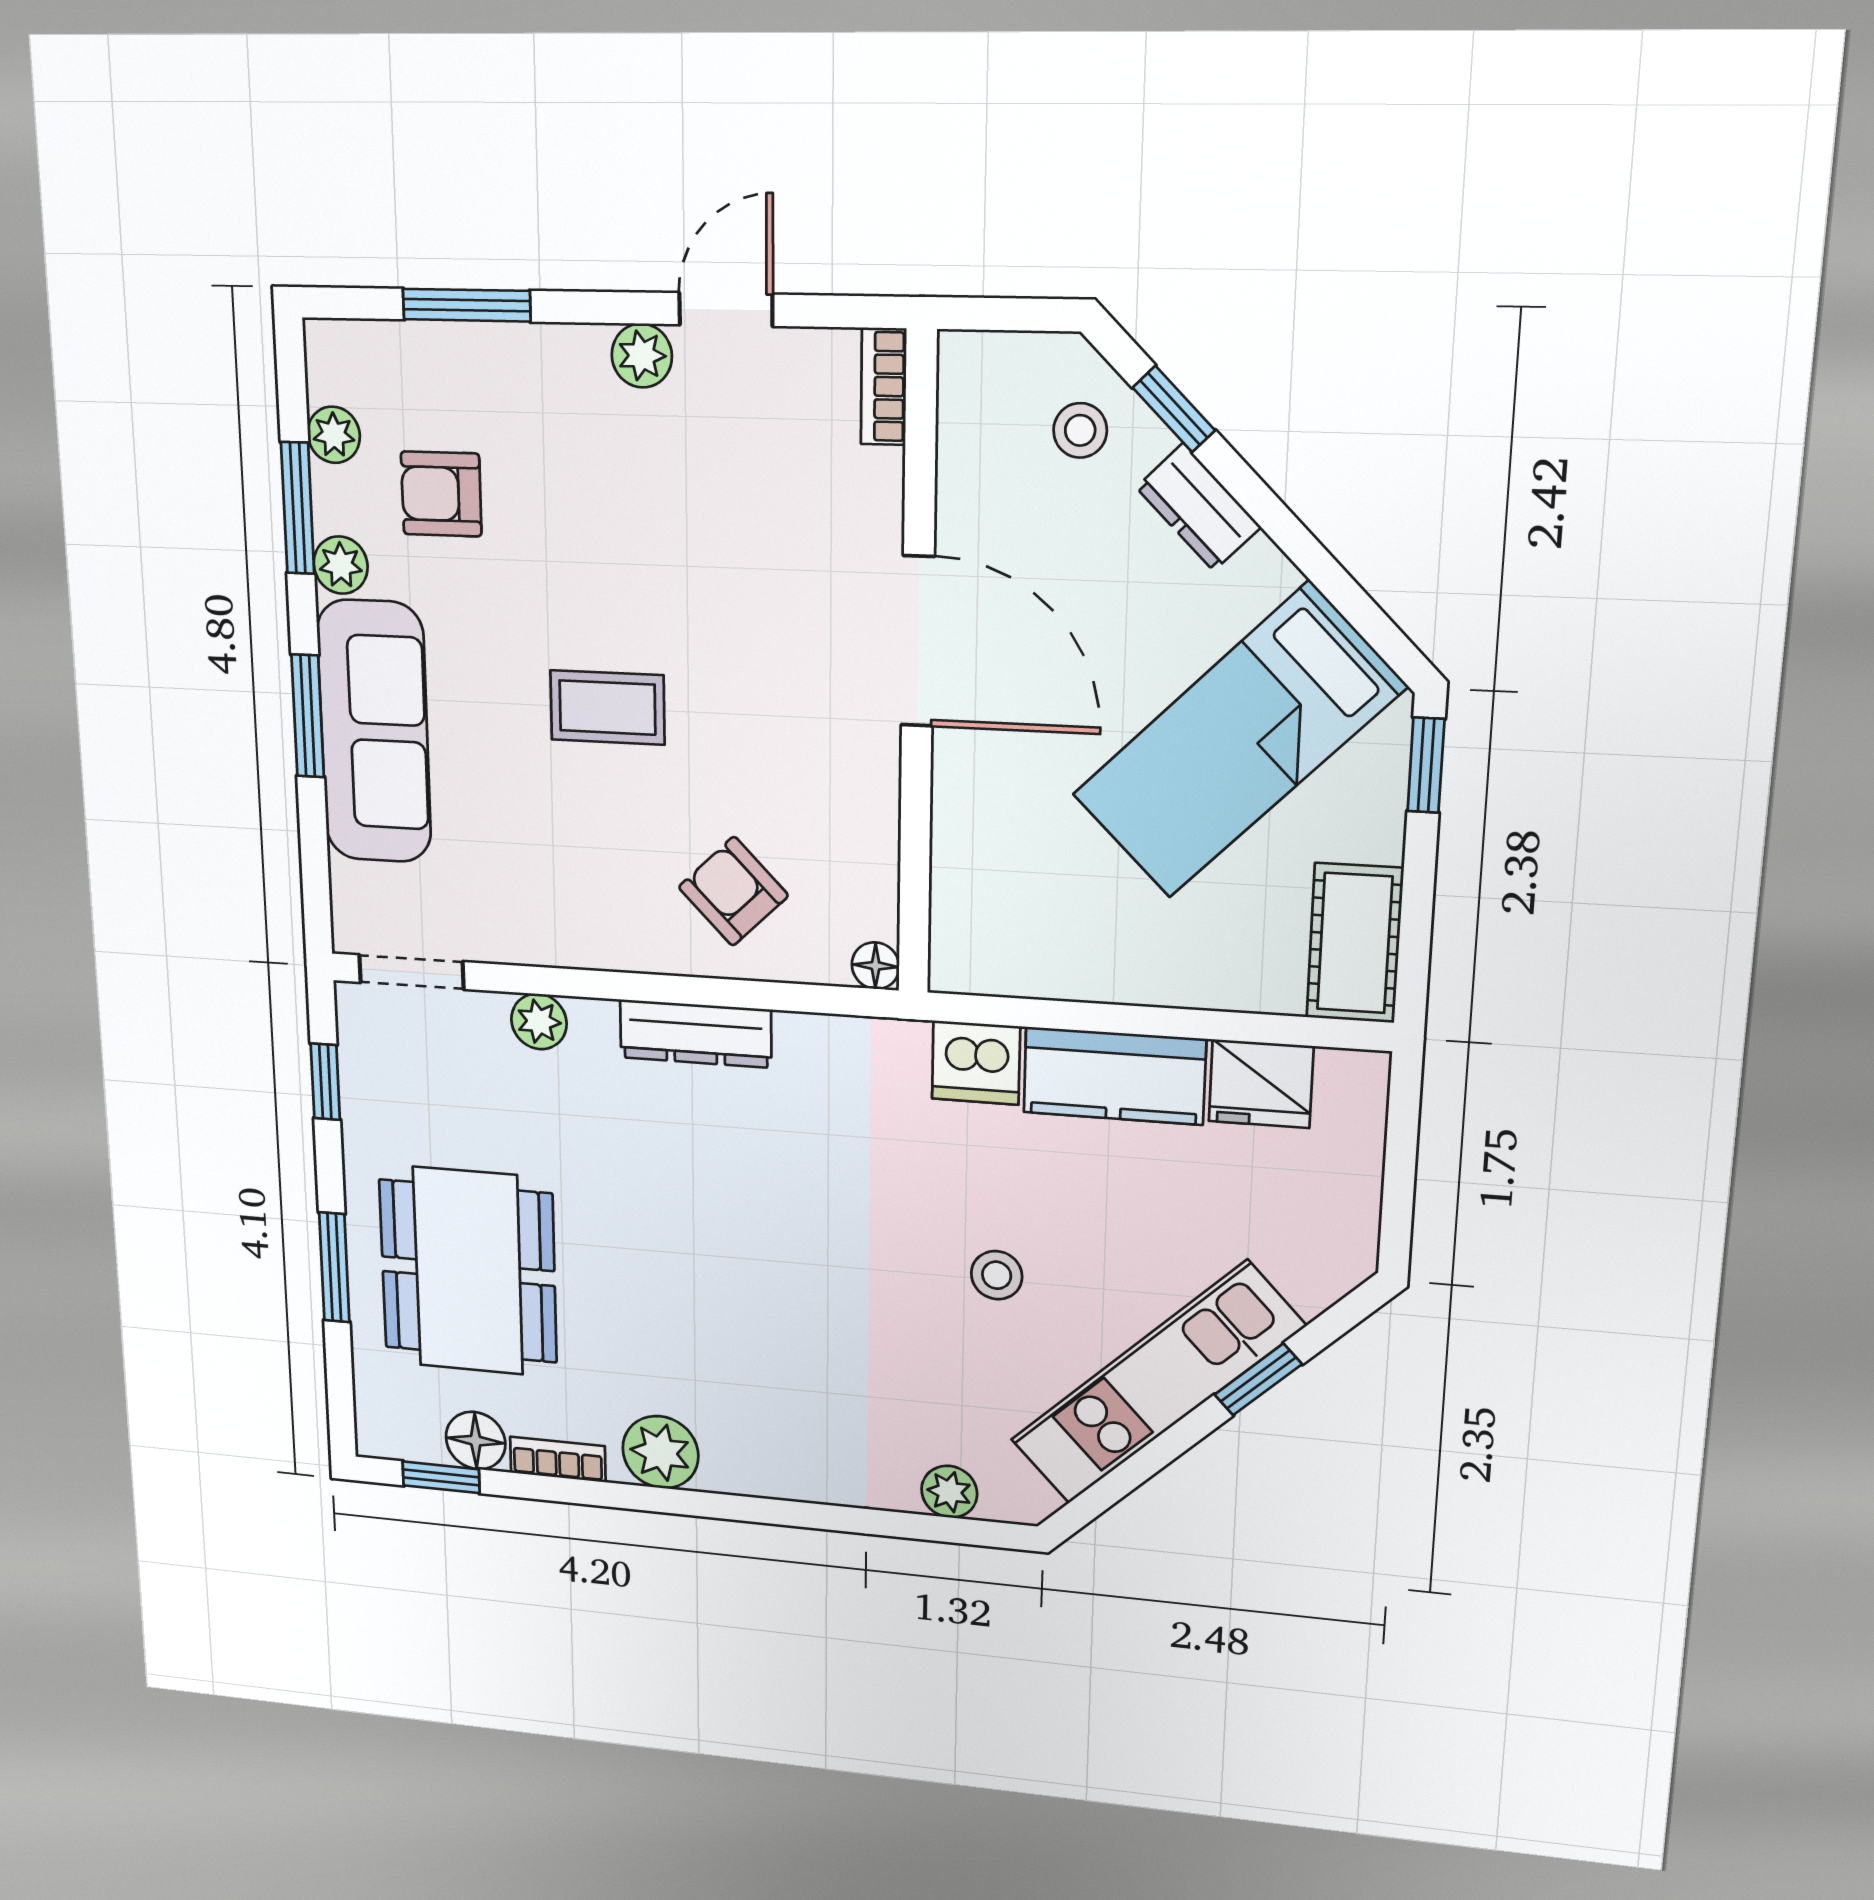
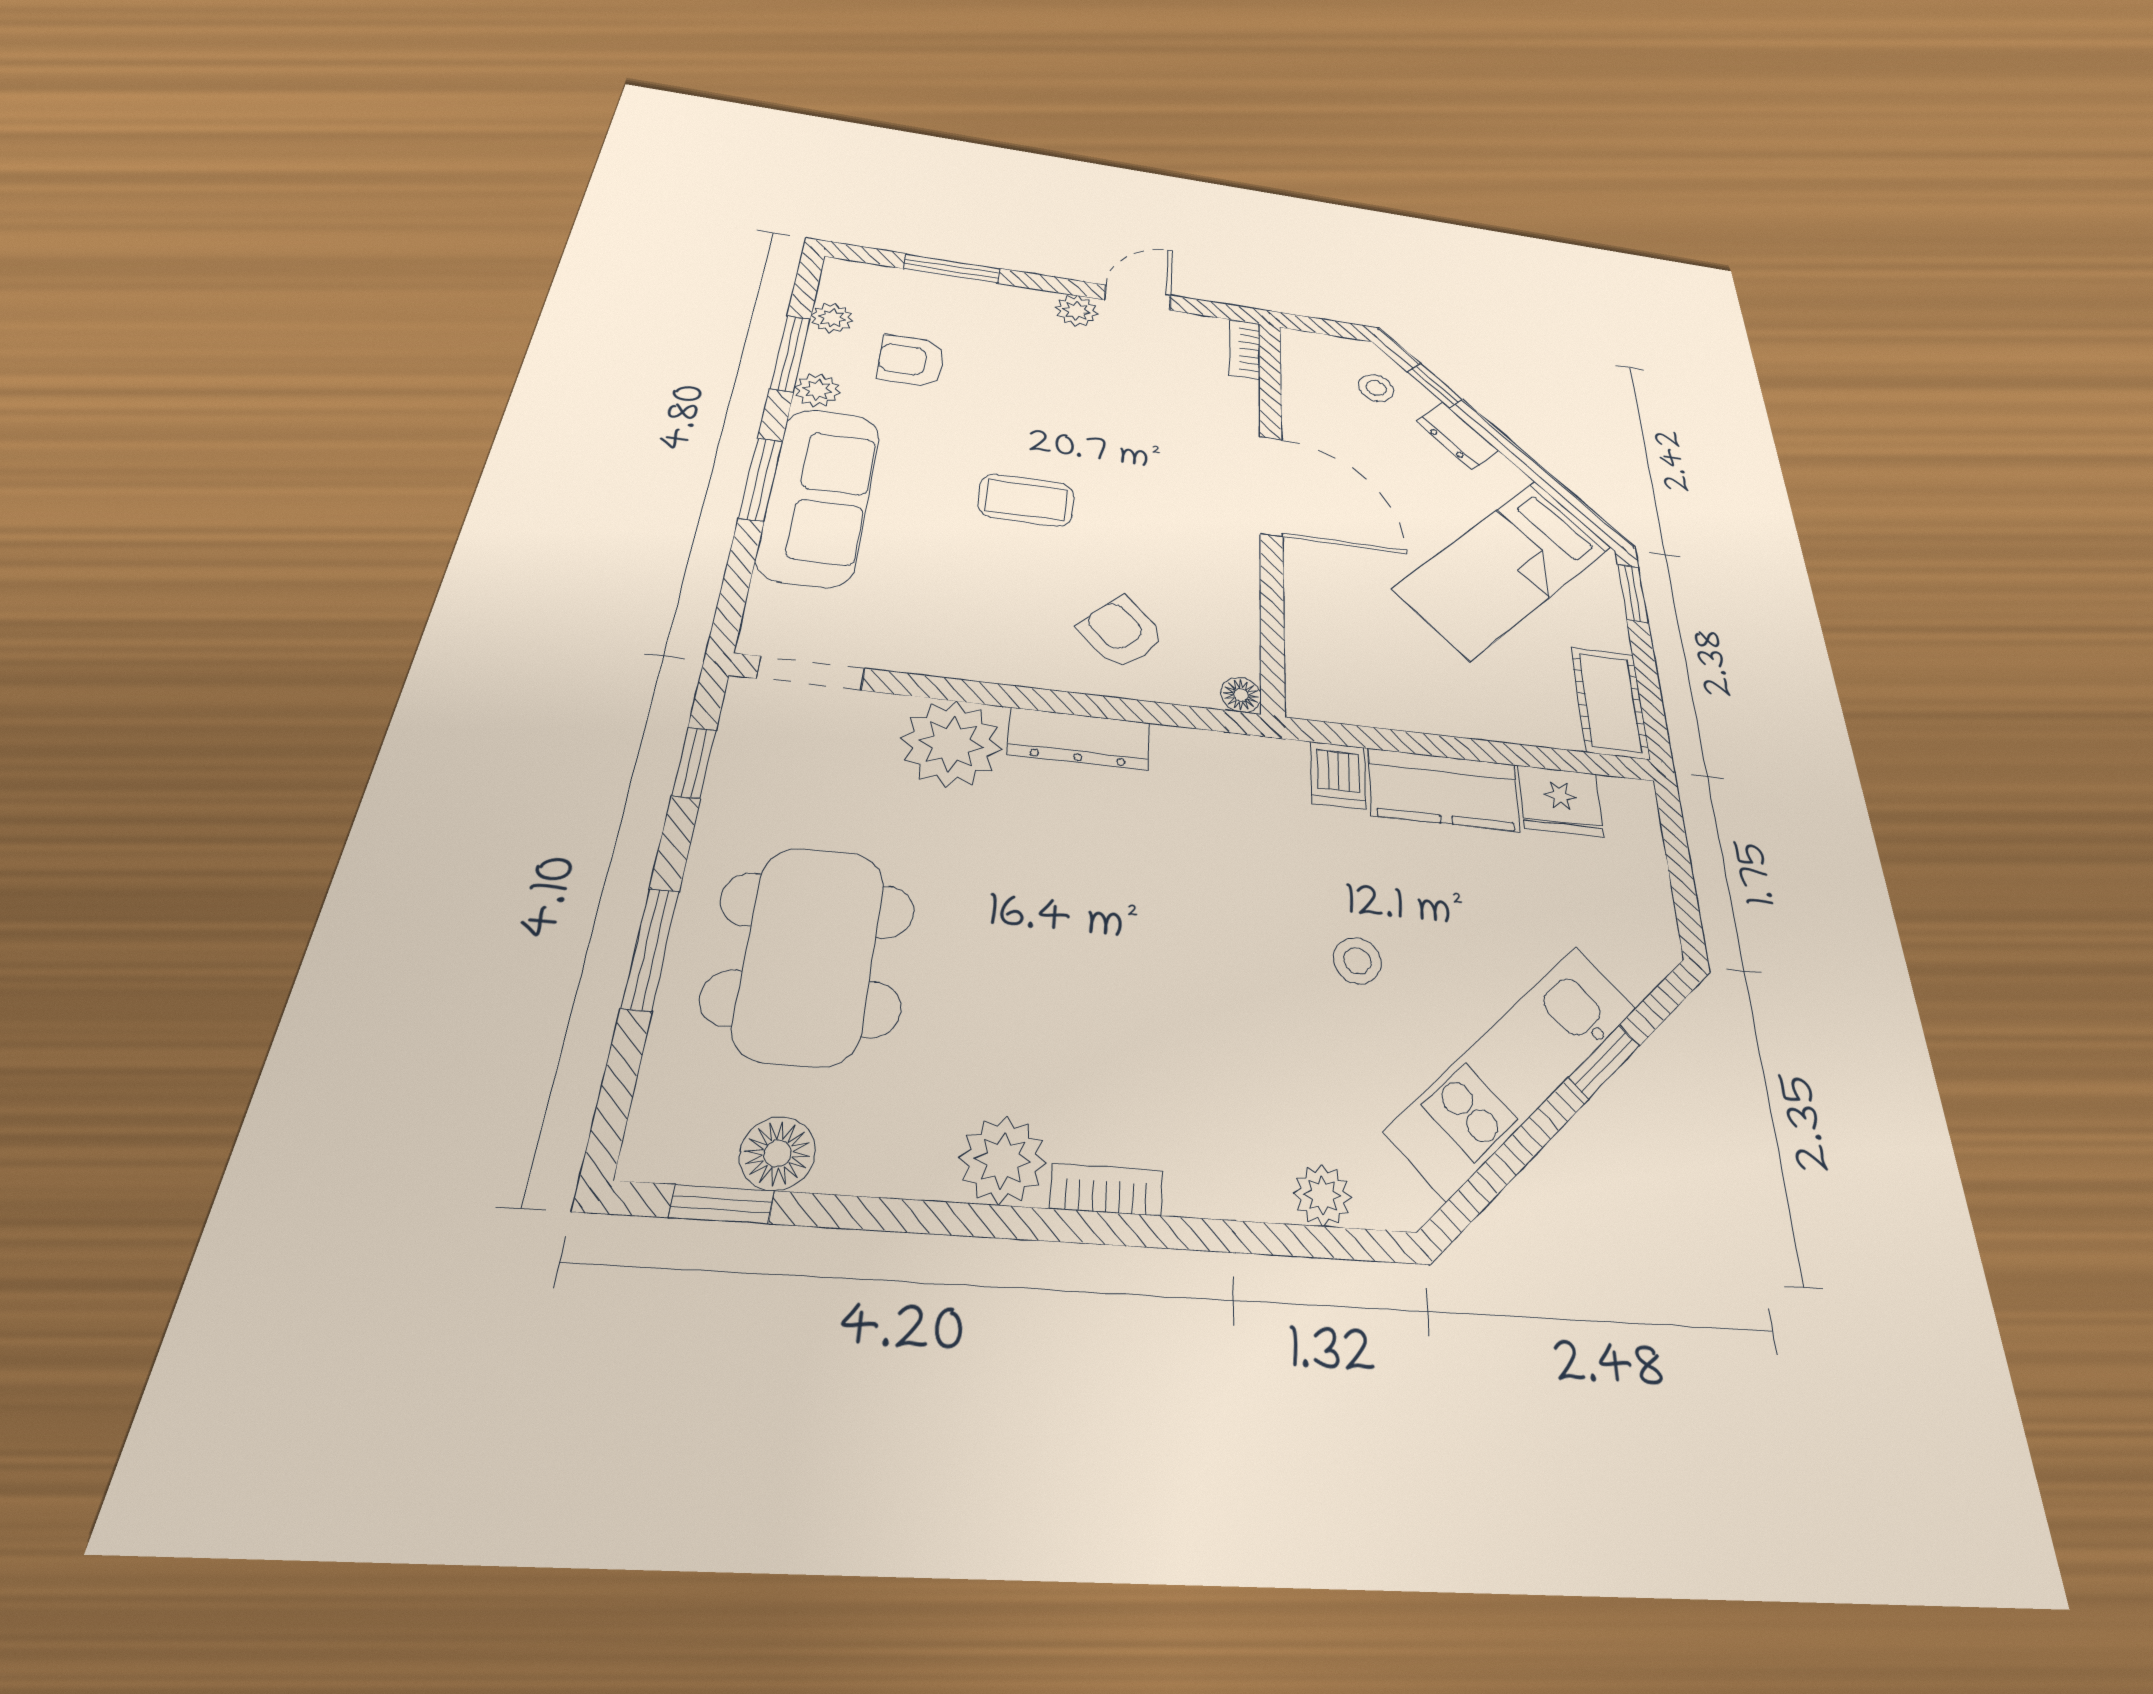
plant: (539, 1022) -> (951, 744), width x1.88, depth x1.88
dishwasher: (976, 1063) -> (1338, 775), width x0.73
bookcase: (558, 1459) -> (1107, 1189), moved

